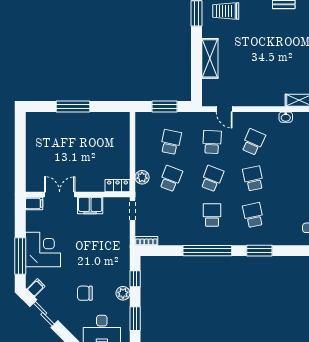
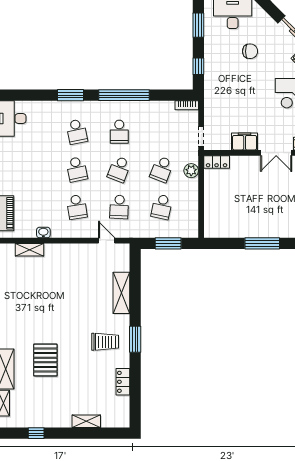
school desk: (253, 142) -> (77, 207), turned -33
plant: (123, 293) -> (211, 51), removed

